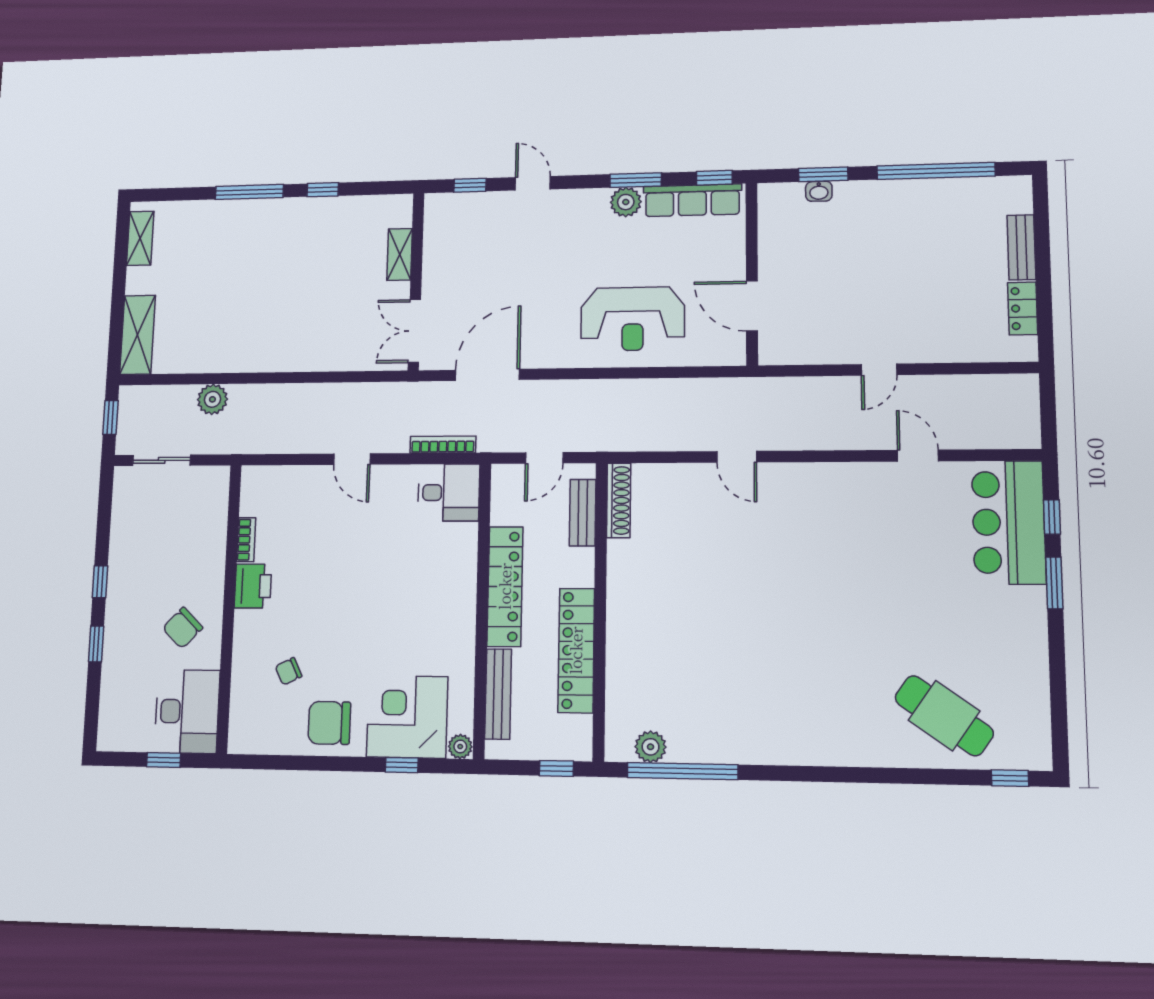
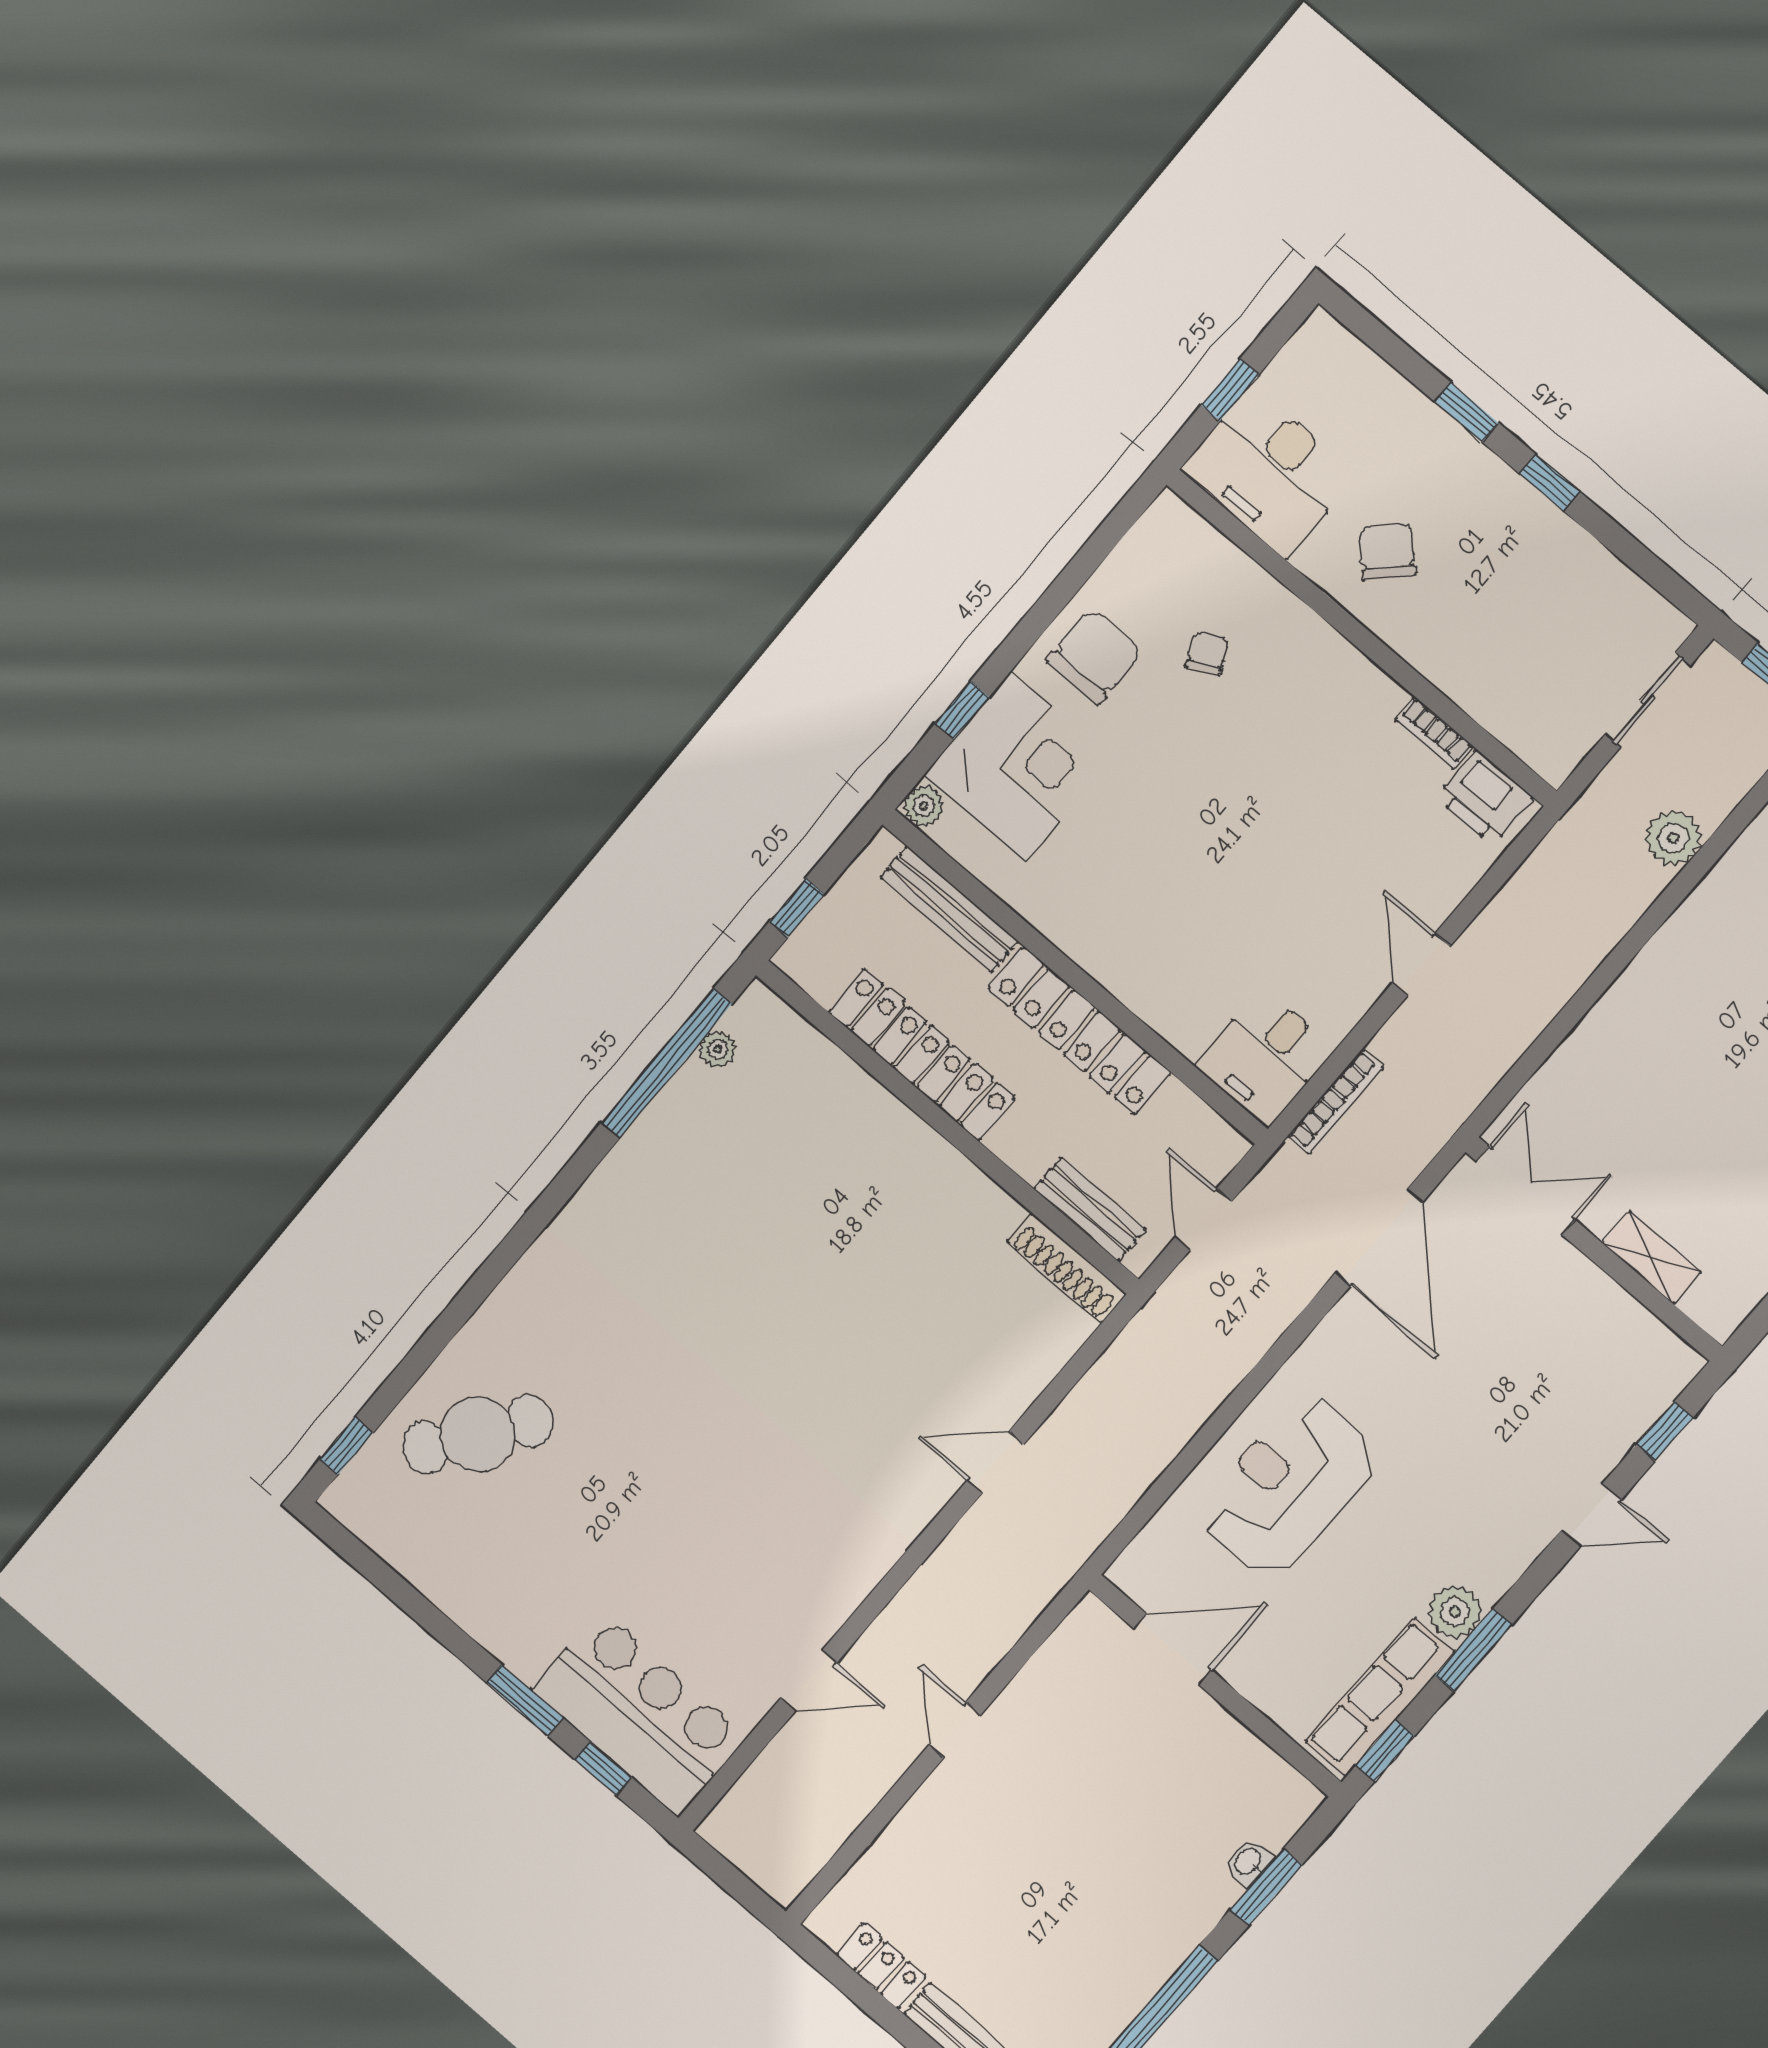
door: (352, 459) -> (1421, 965), hinge flipped
printer: (253, 586) -> (1485, 798), moved
plant: (650, 747) -> (718, 1049), width x0.73, depth x0.73

